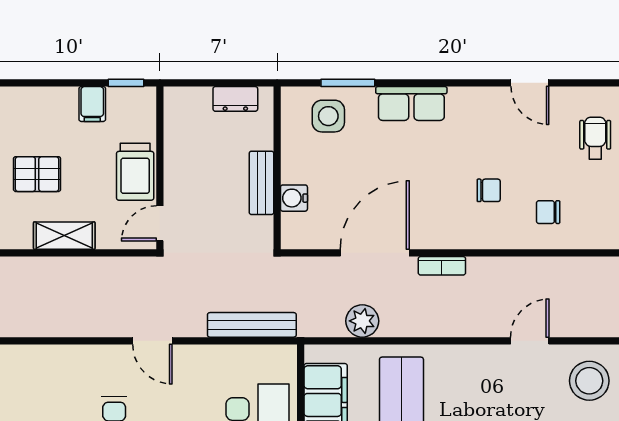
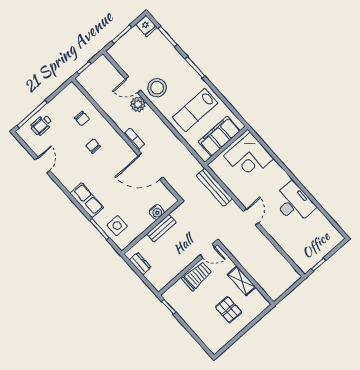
filing cabinet: (92, 104) -> (187, 312), removed
plant: (362, 321) -> (138, 104), moved
stool: (589, 381) -> (157, 88), moved

